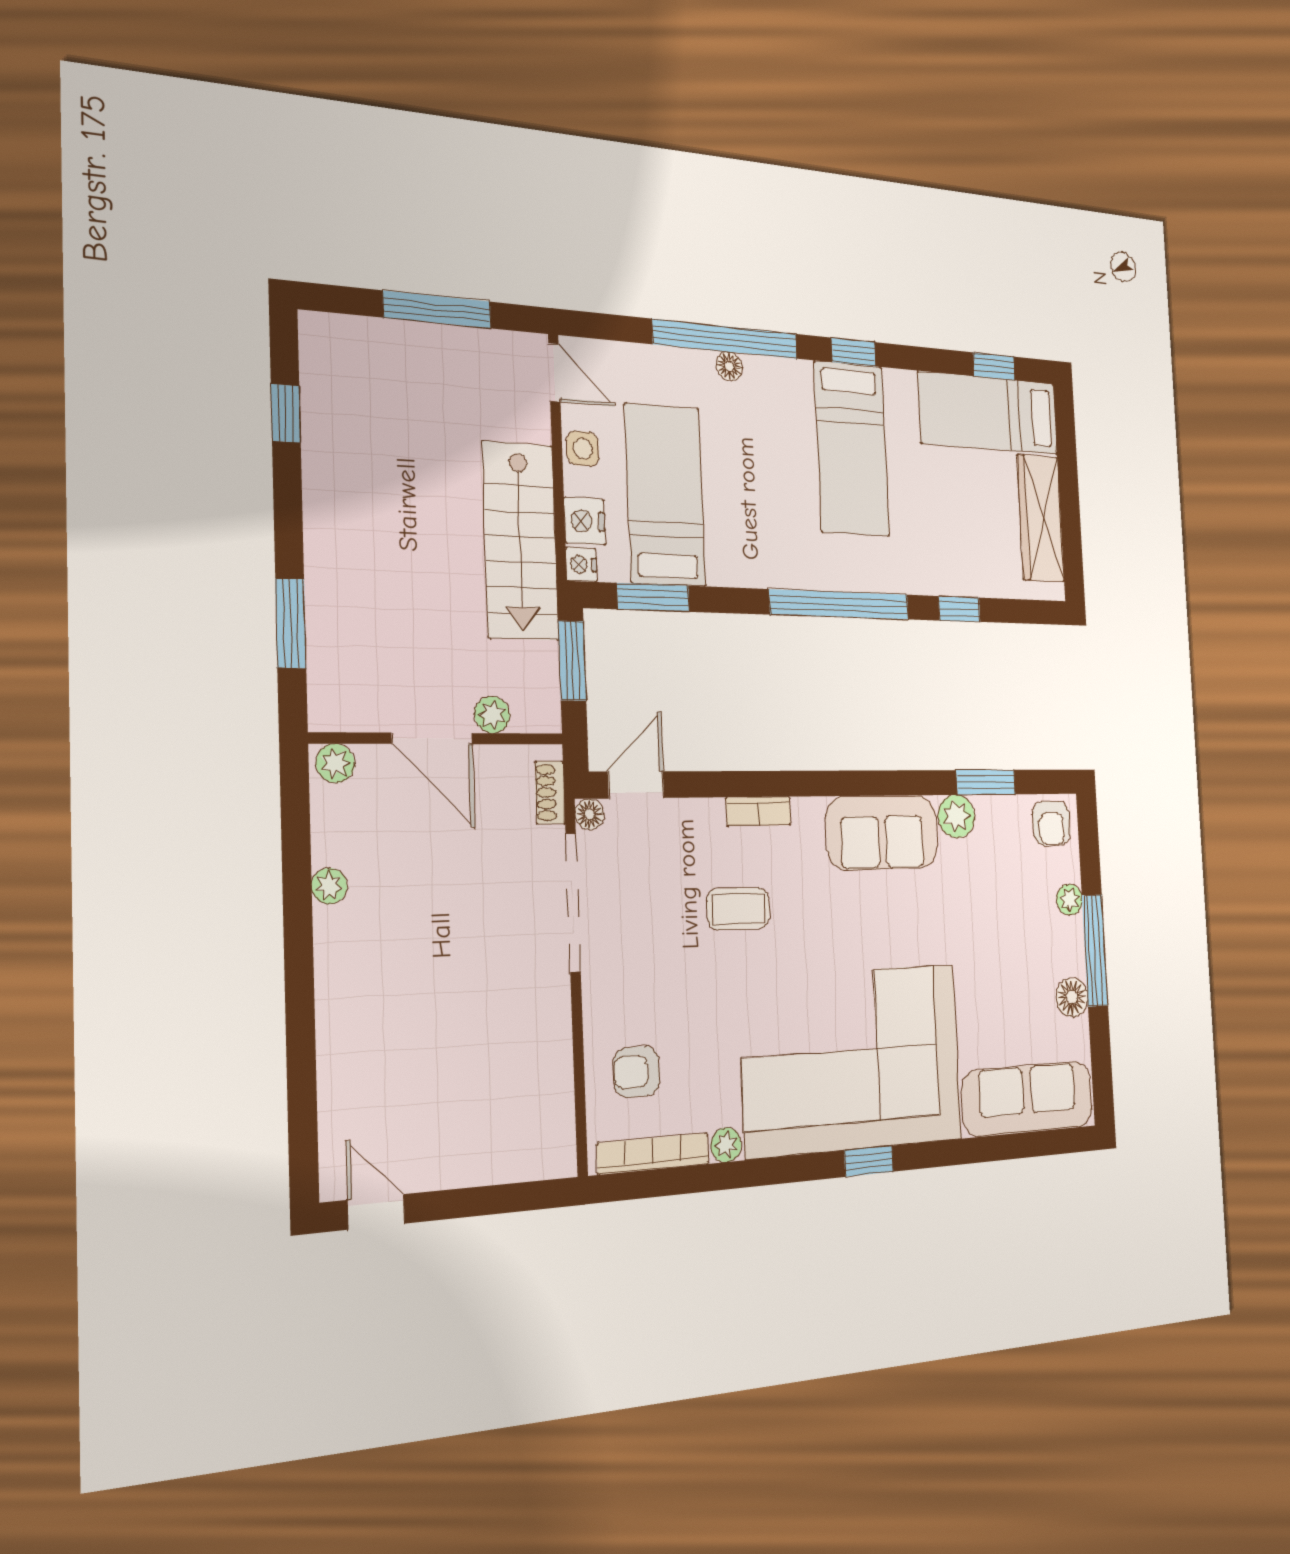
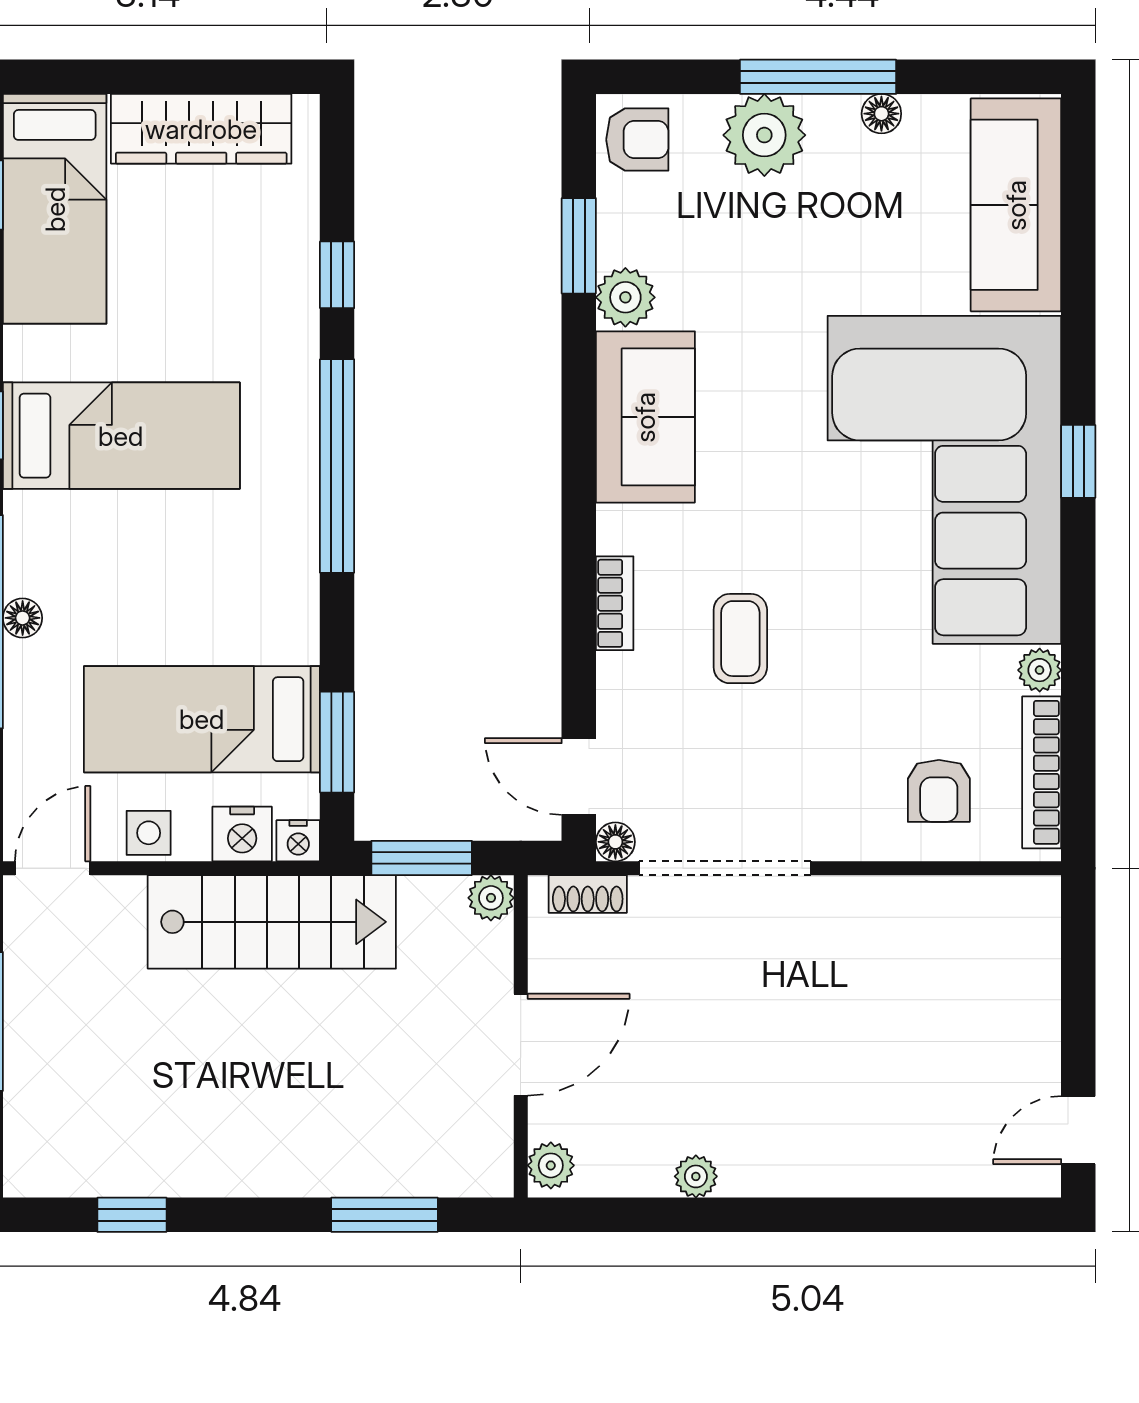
plant: (492, 715) -> (491, 898), moved
plant: (1069, 900) -> (764, 135), width x1.88, depth x1.88
floor lamp: (1072, 997) -> (881, 114), width x0.73, depth x0.73

